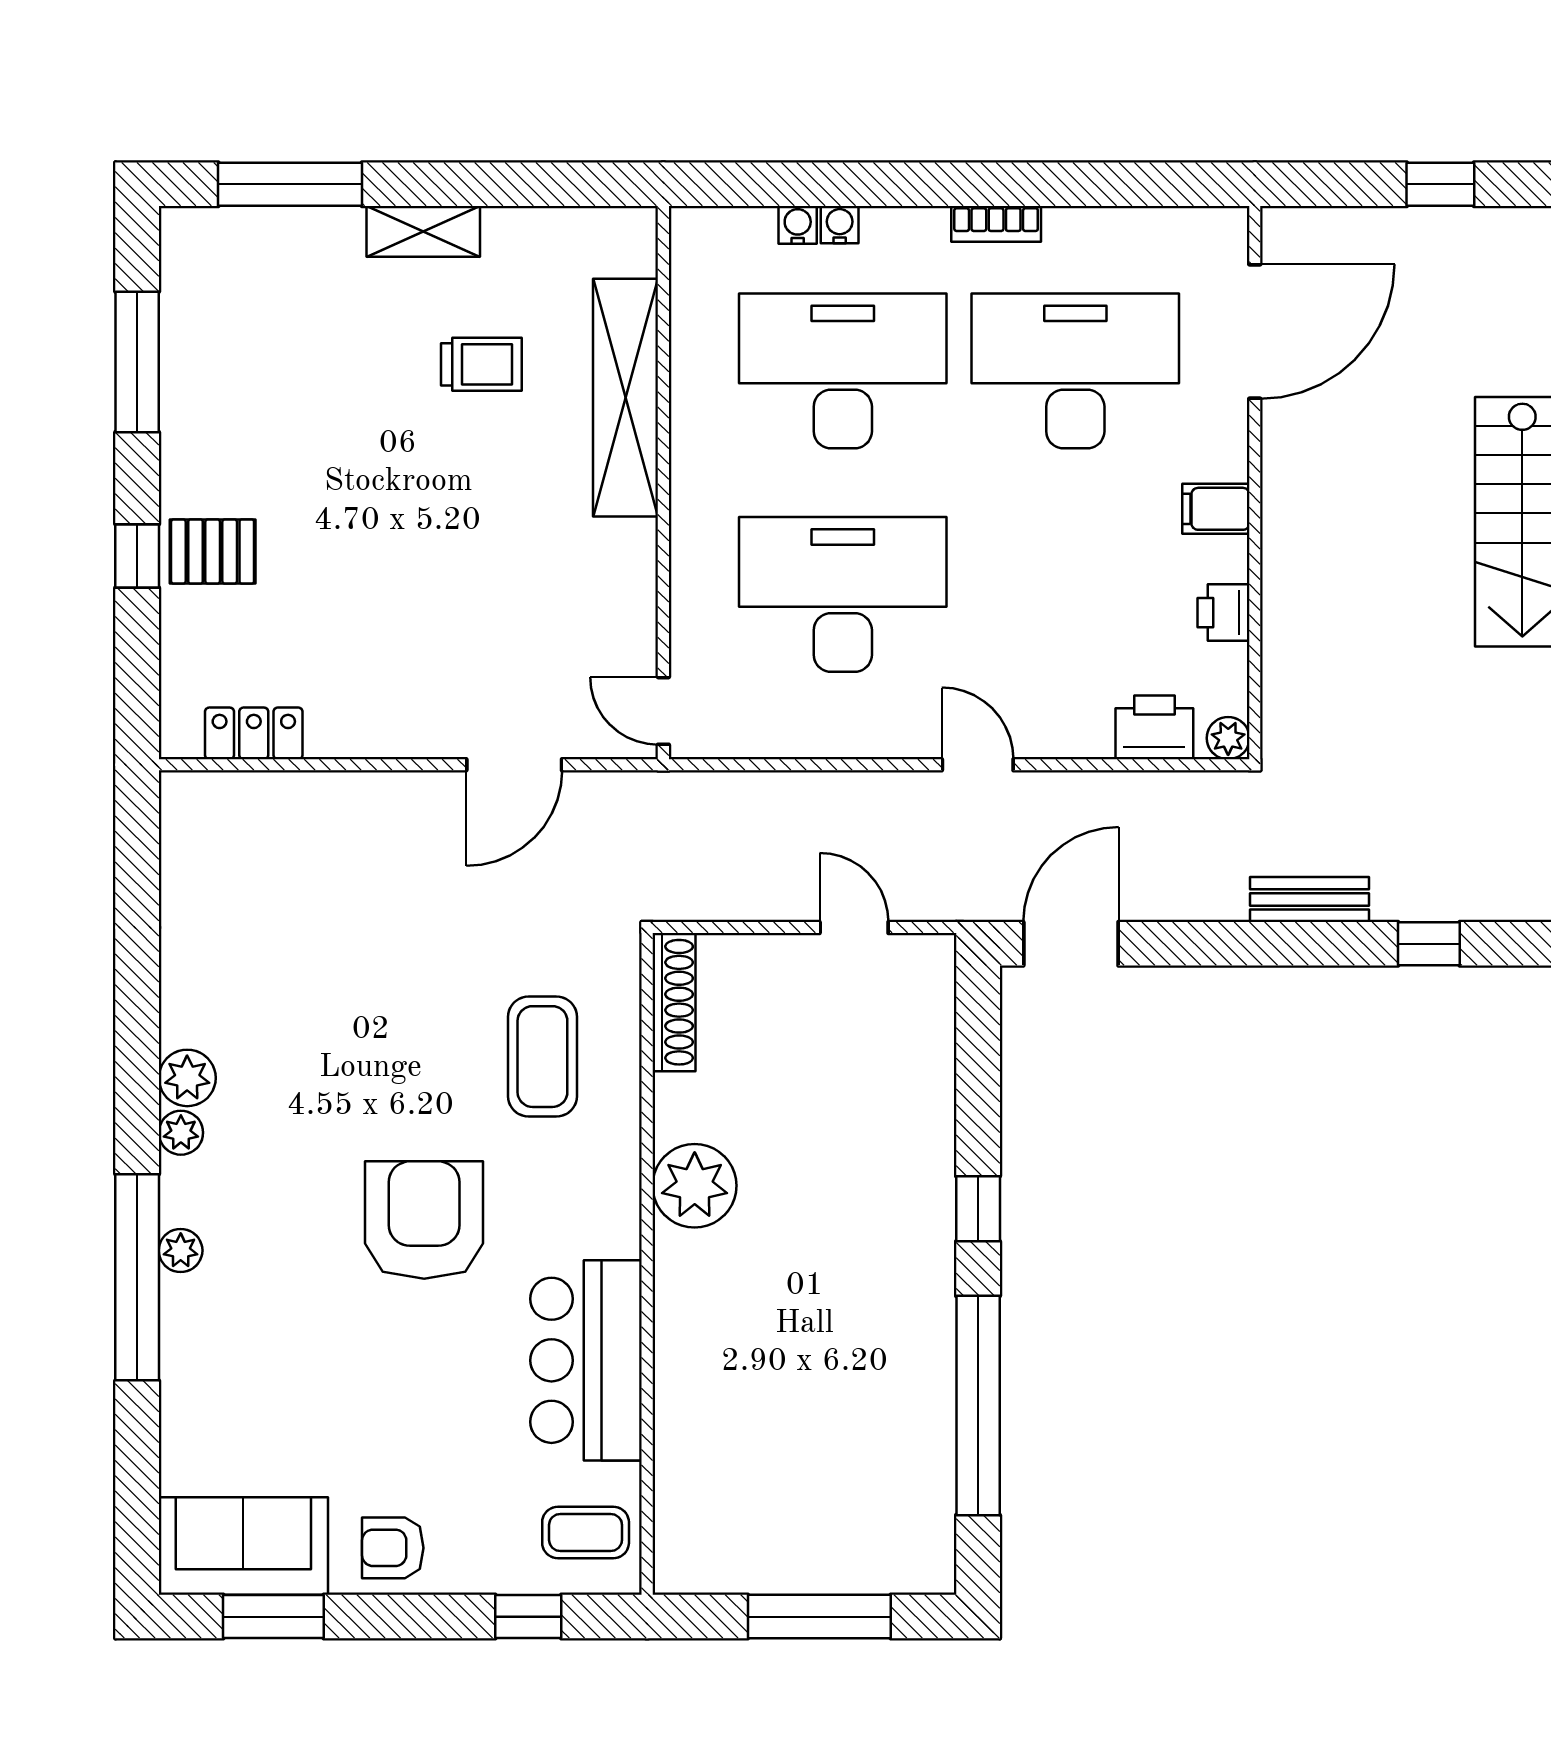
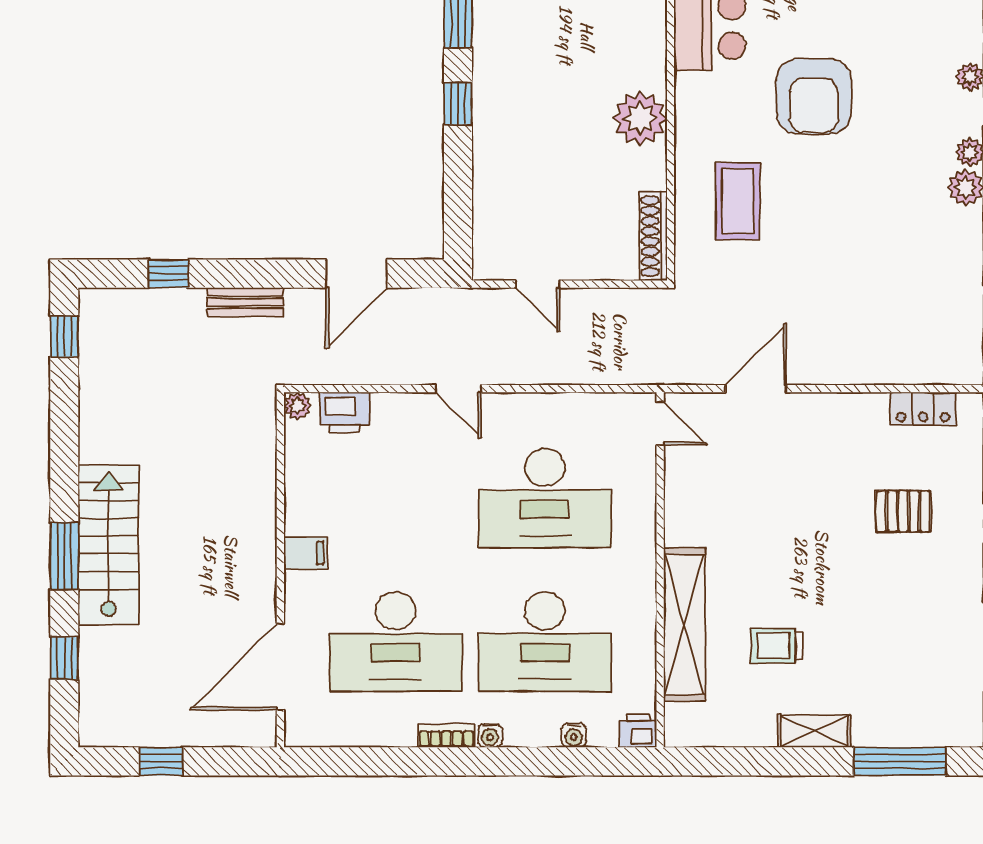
water cooler: (840, 225) -> (490, 735), moved
pallet: (213, 551) -> (903, 511), moved
printer: (1223, 613) -> (638, 731), moved, turned -90
door: (1071, 944) -> (356, 274), moved

